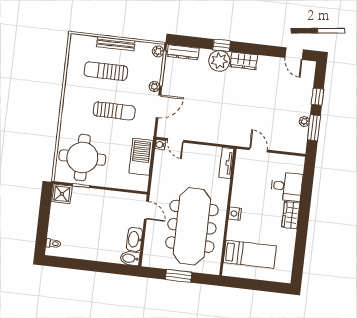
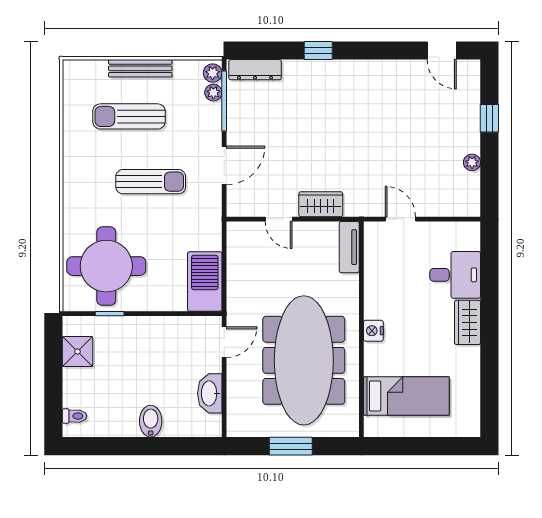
plant: (219, 61) -> (317, 77), removed
wardrobe: (244, 61) -> (321, 204), moved, turned 180
plant: (154, 86) -> (213, 93), moved
window: (314, 128) -> (489, 171), removed
door: (176, 140) -> (279, 219), moved
water cooler: (160, 145) -> (234, 229), removed
barbecue: (141, 157) -> (205, 281), moved
shower: (62, 194) -> (78, 352), moved
door: (146, 210) -> (224, 342), hinge flipped
bidet: (130, 258) -> (151, 421), moved, turned 90

